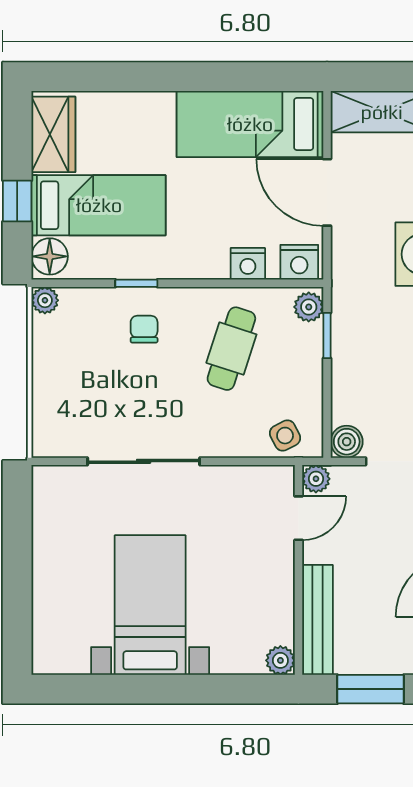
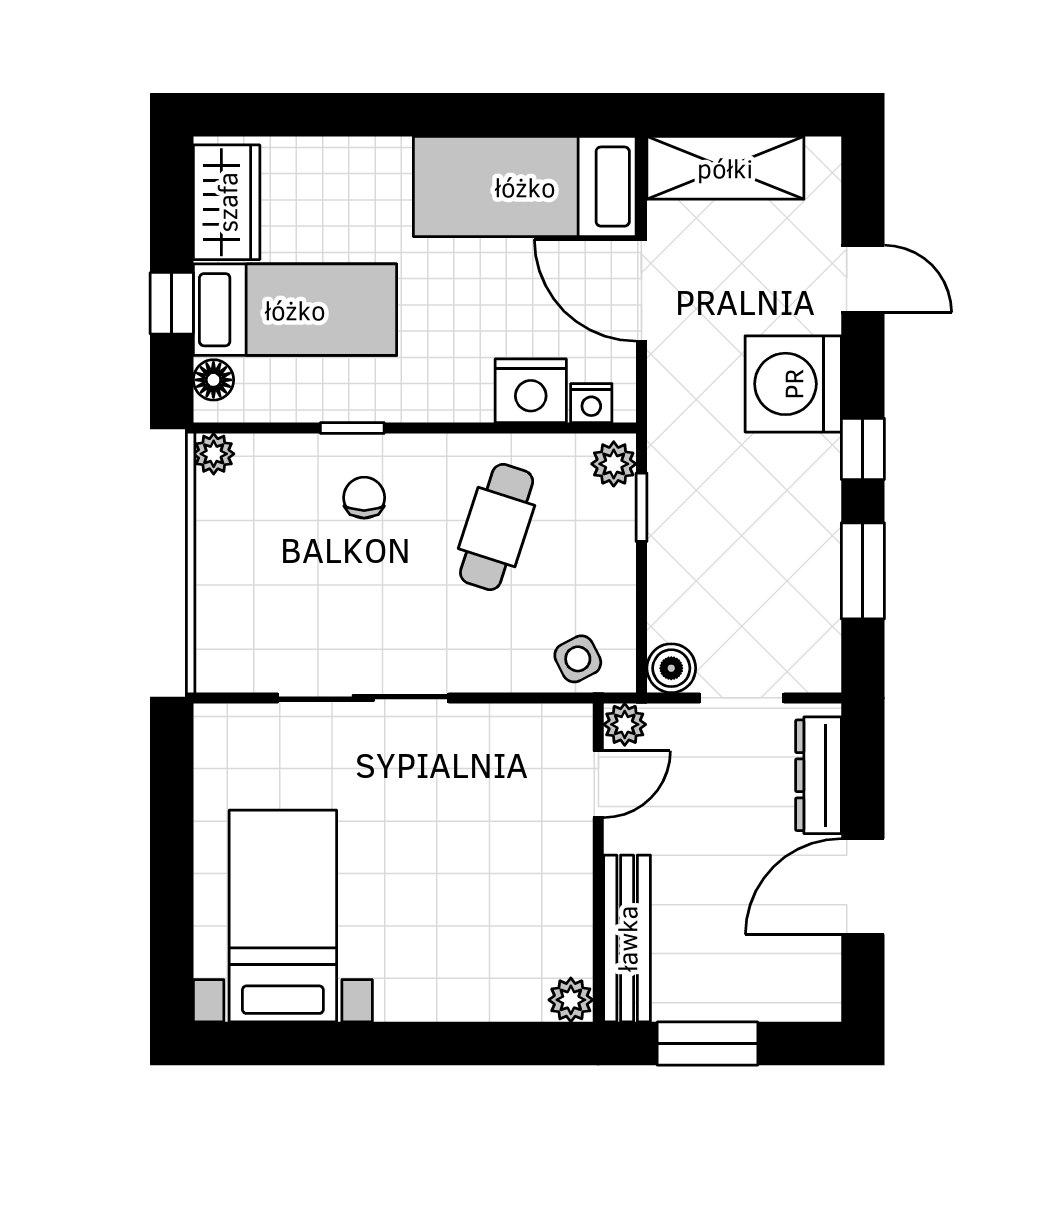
floor lamp: (50, 256) -> (213, 380), width x0.73, depth x0.73
nightstand: (299, 262) -> (591, 403), width x0.72, depth x0.74
nightstand: (248, 264) -> (531, 391), width x1.36, depth x1.33
bed with nightstands: (150, 605) -> (283, 916), moved

